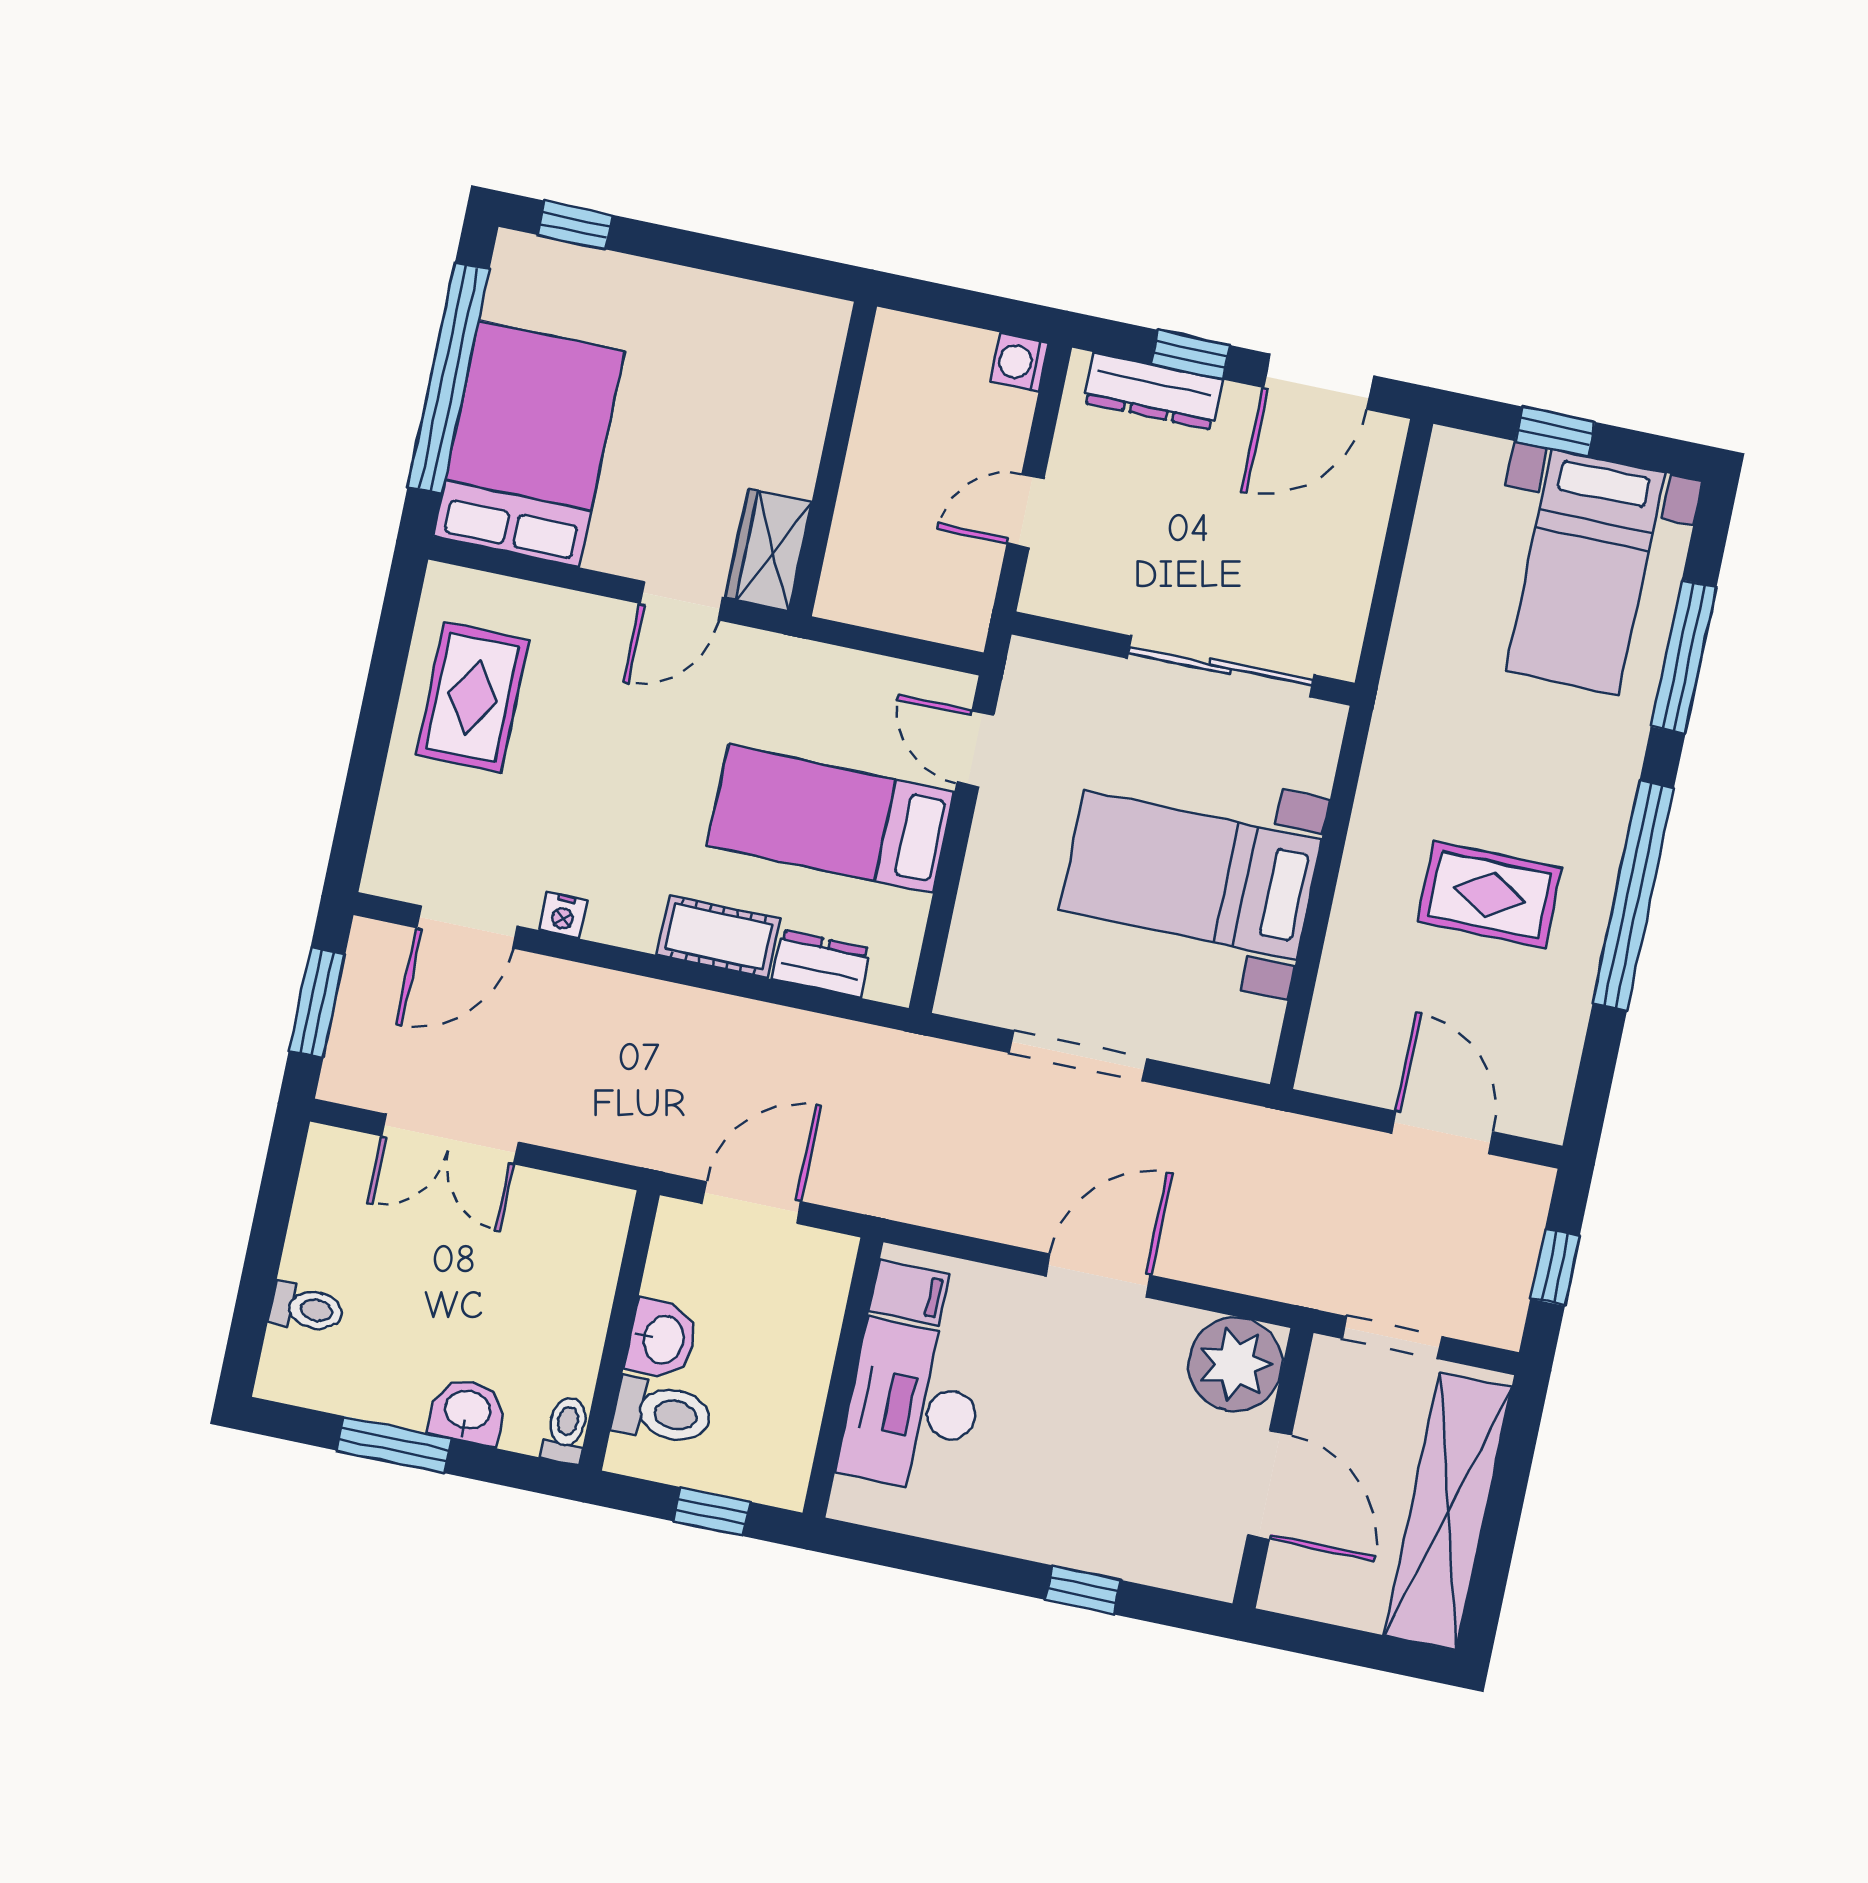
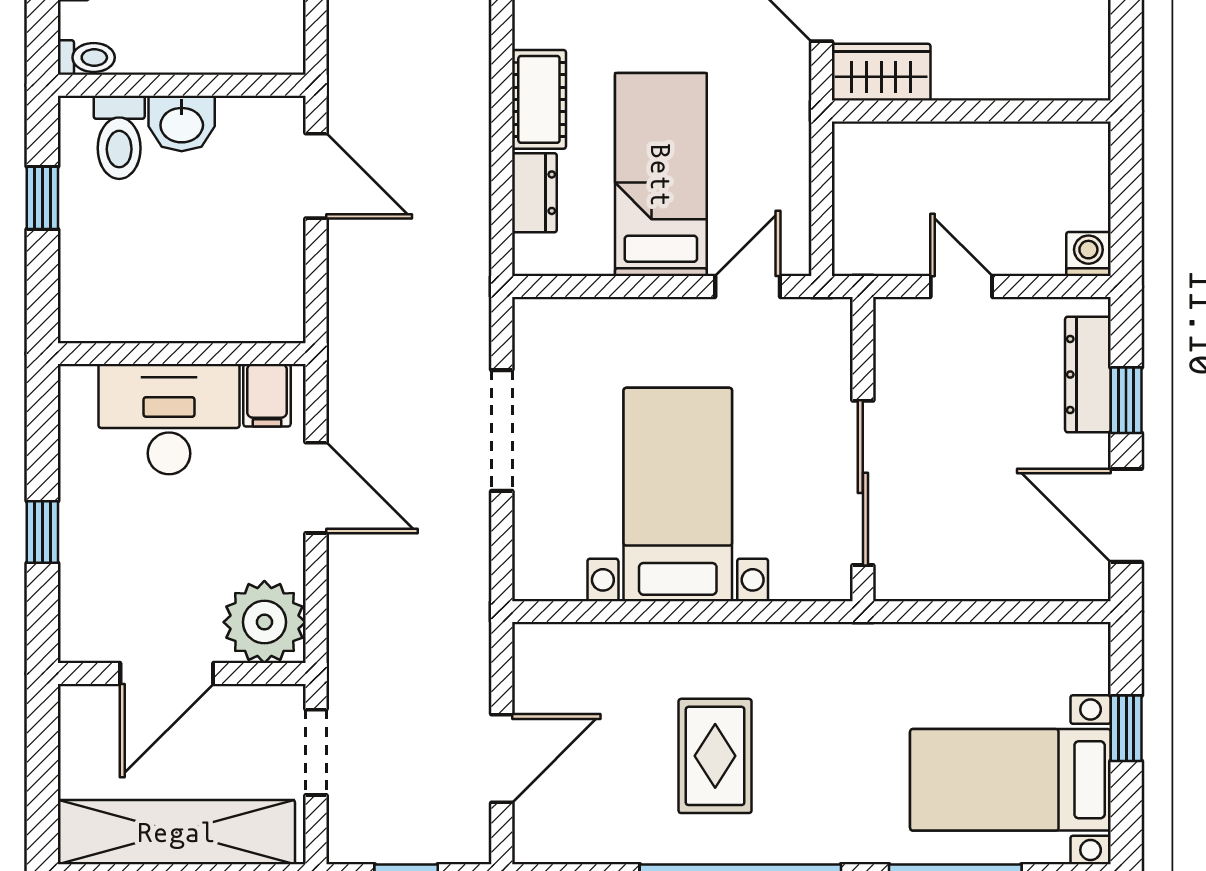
filing cabinet: (909, 1293) -> (267, 395), moved
wall: (843, 1378) -> (182, 354), moved
desk: (913, 1407) -> (169, 419), moved

